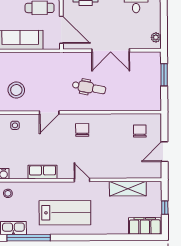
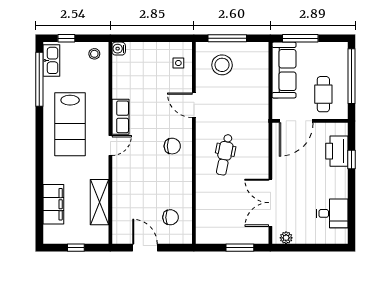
double door: (111, 50) -> (270, 203), moved
row of seats: (43, 172) -> (120, 117), moved
filing cabinet: (145, 226) -> (53, 204), moved

